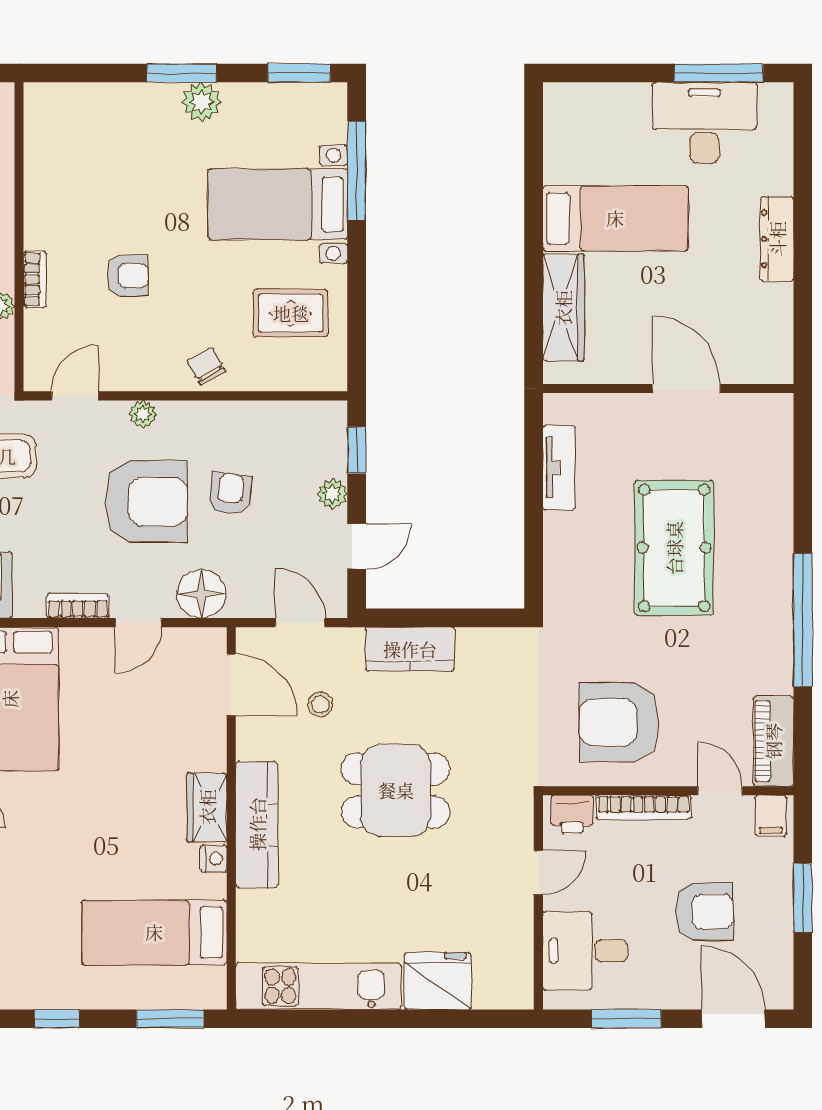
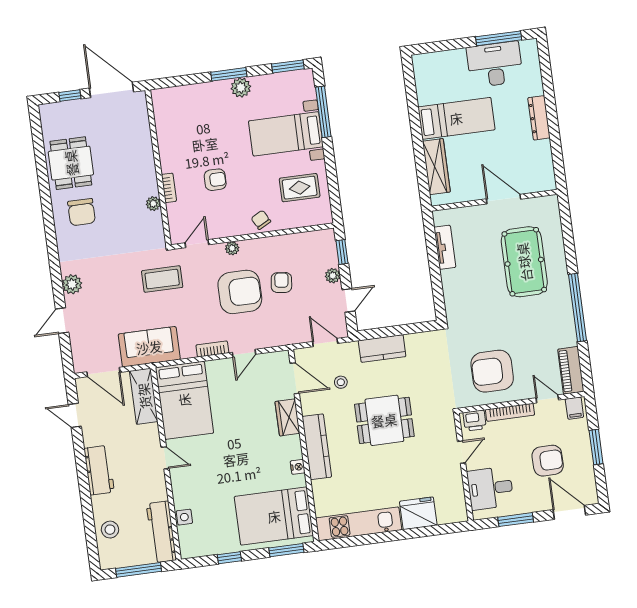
pool table: (674, 548) -> (524, 262), moved
floor lamp: (201, 594) -> (274, 335), removed
wardrobe: (207, 807) -> (287, 417), moved
bed: (154, 932) -> (274, 516), width x1.50

